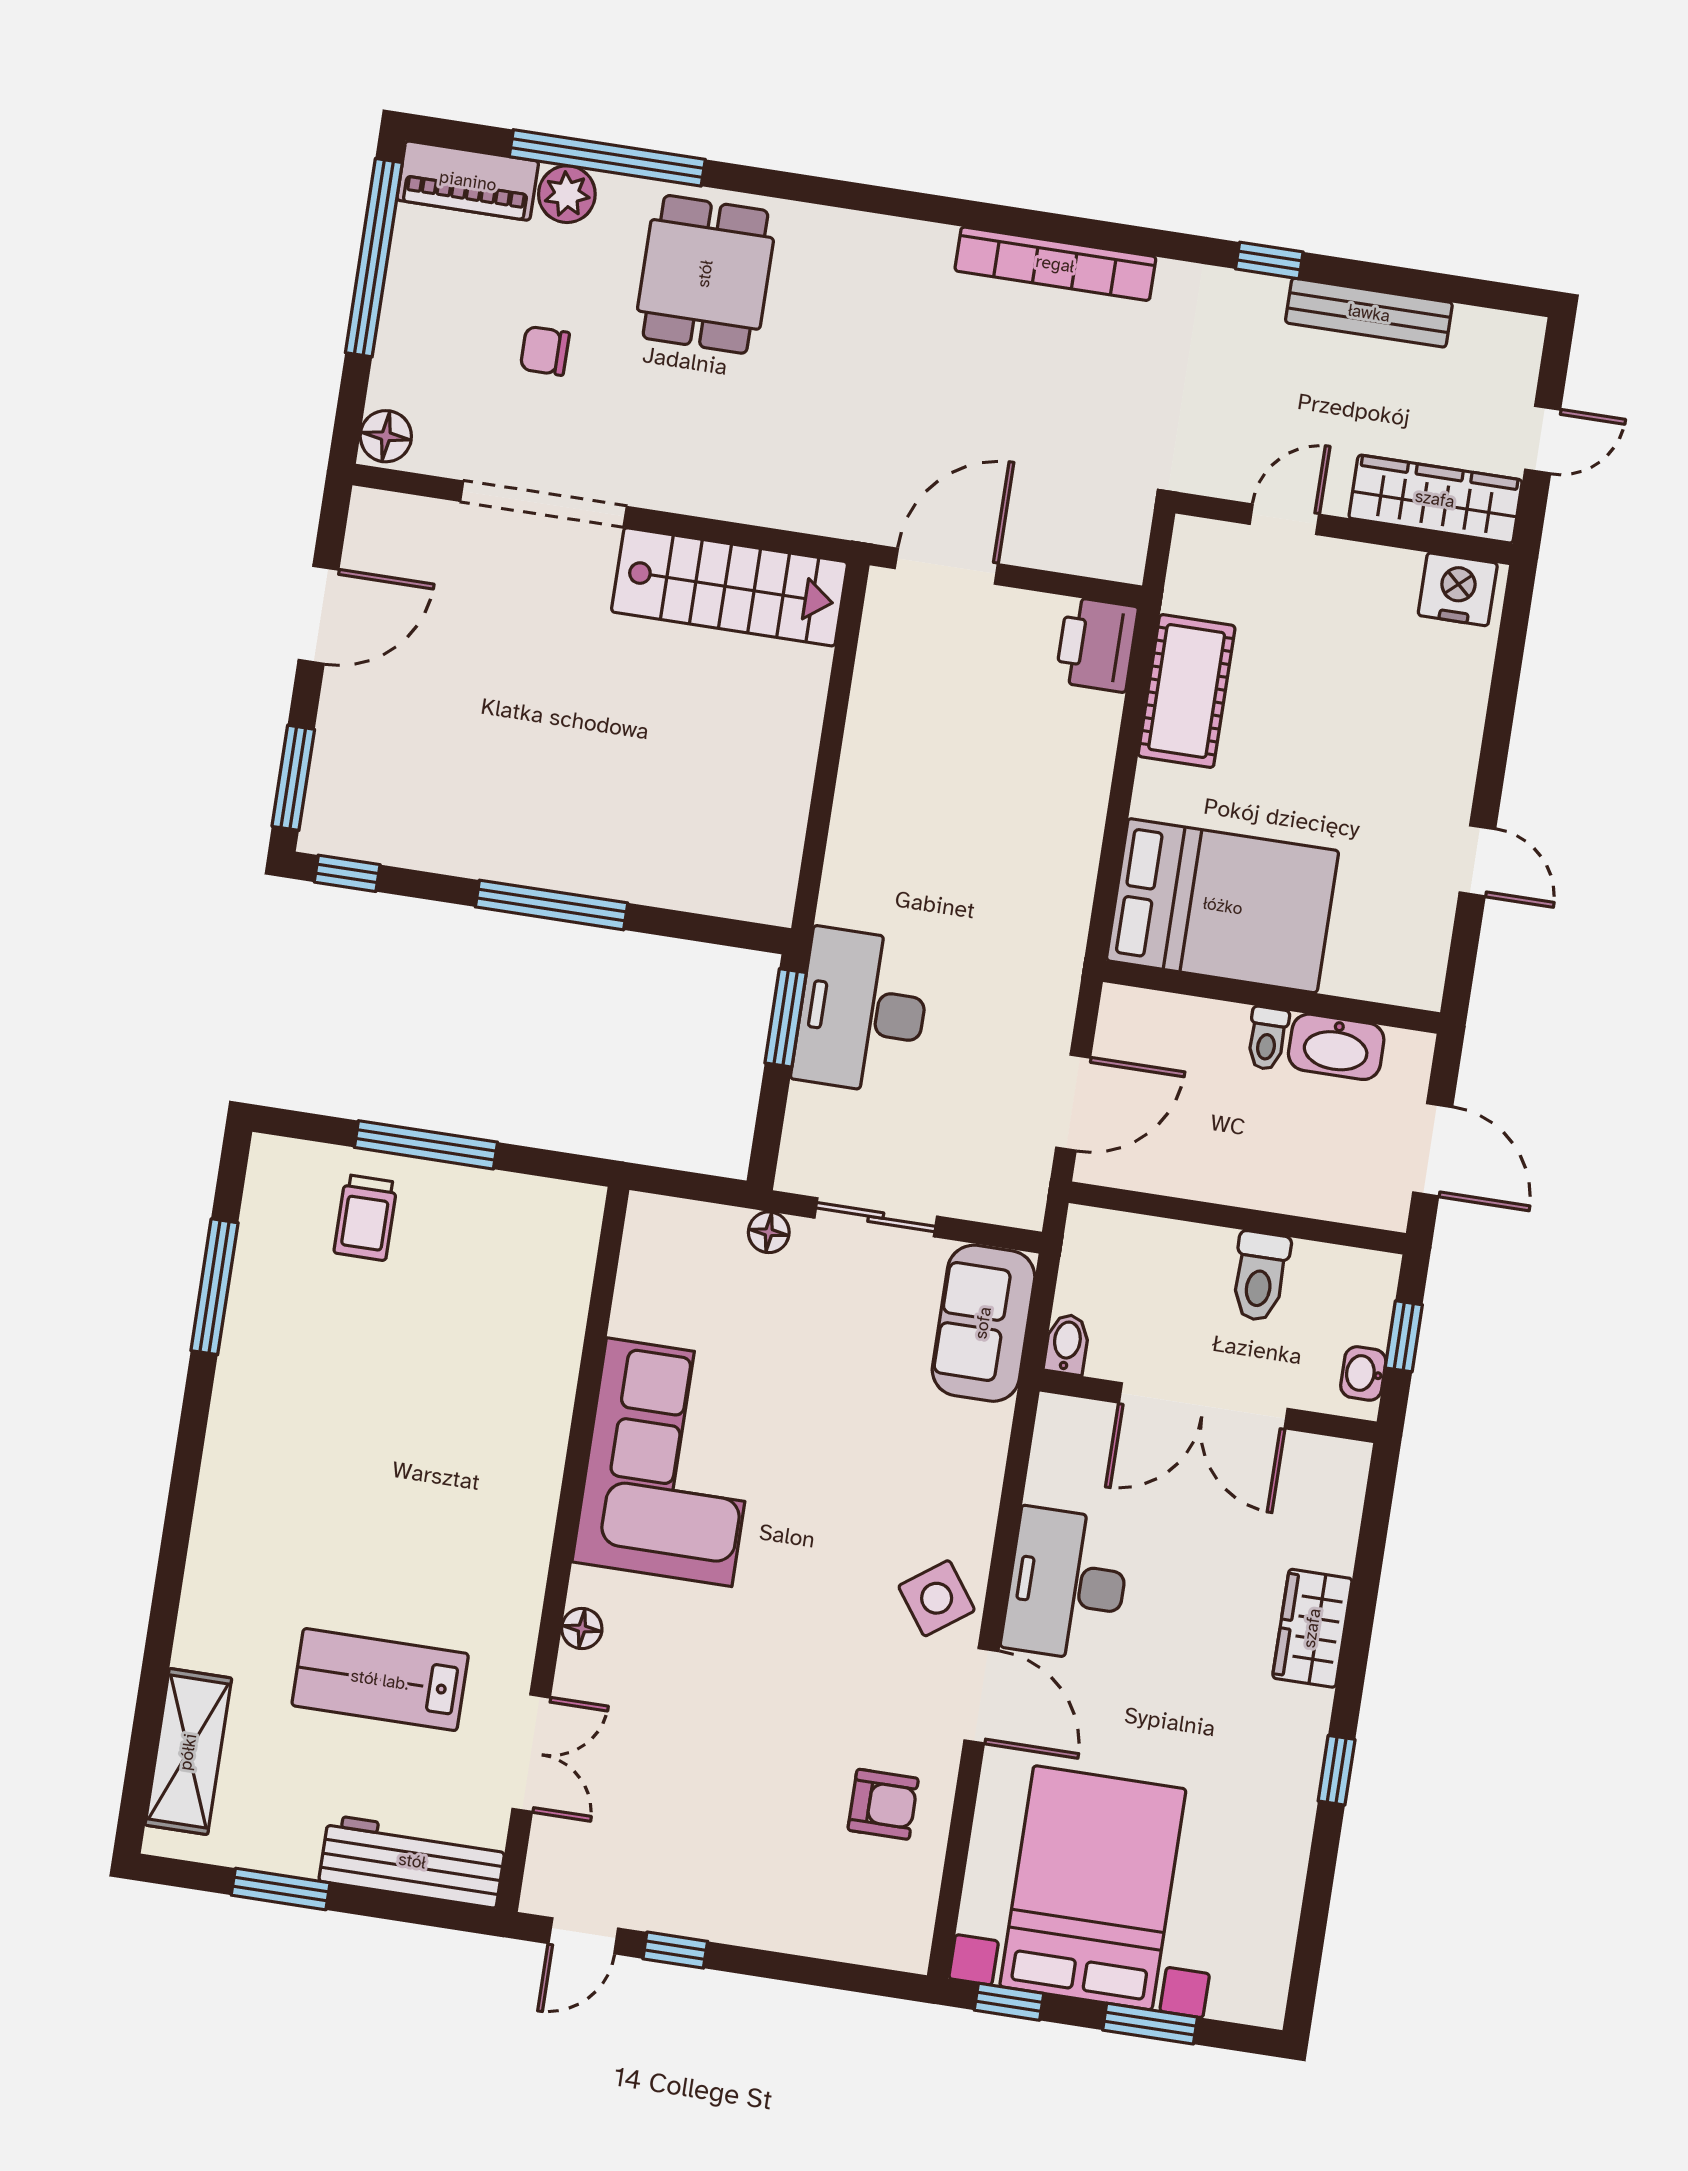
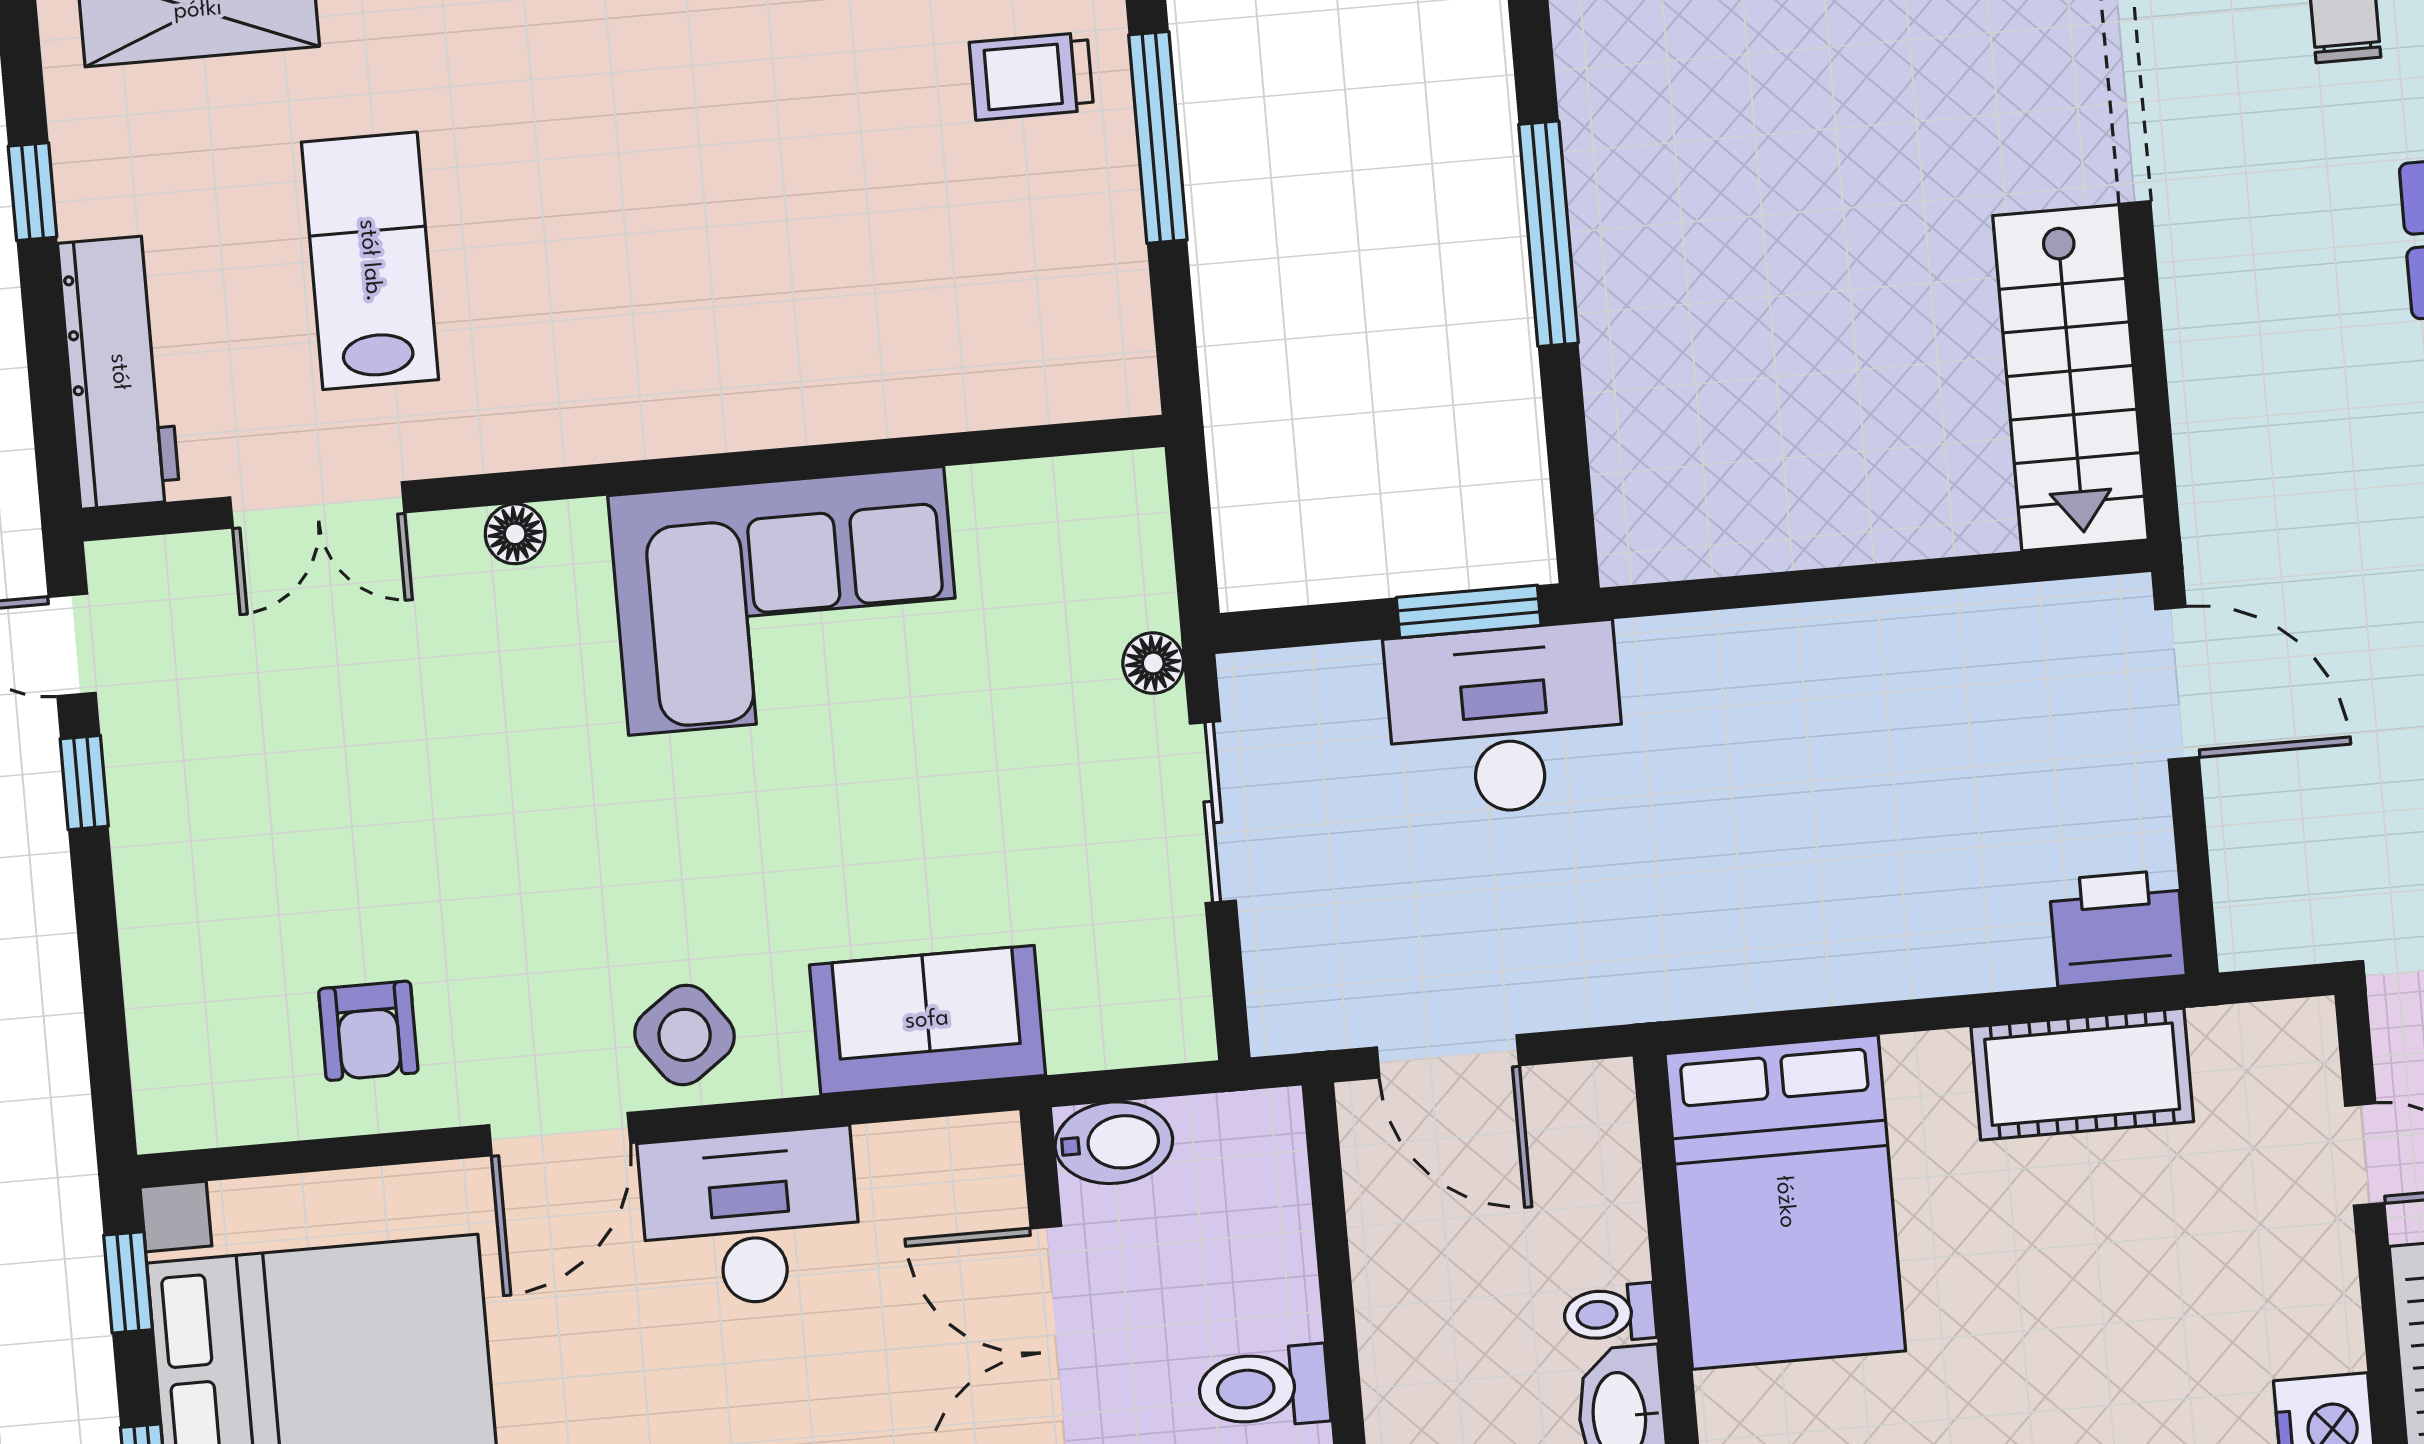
sofa: (983, 1323) -> (927, 1020), moved
bidet: (1067, 1344) -> (1114, 1143), width x1.38, depth x1.36
window: (281, 1889) -> (33, 192), width x0.67

